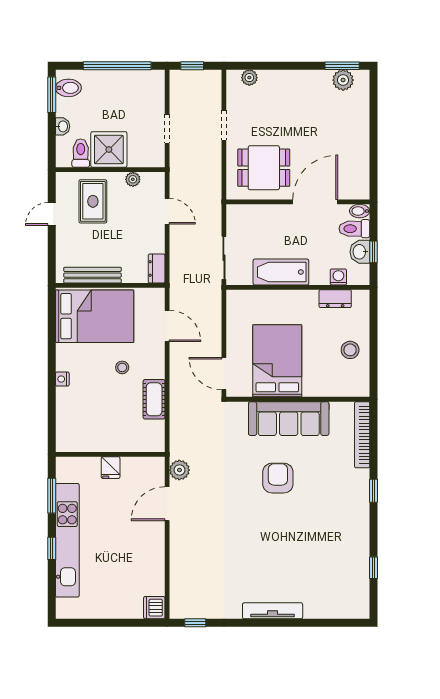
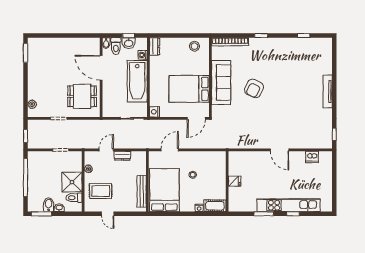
plant: (343, 80) -> (33, 52), removed
bidet: (68, 88) -> (49, 205), moved
dining table: (264, 168) -> (82, 96), turned 90
dresser: (157, 269) -> (122, 156), moved
bathtub: (281, 272) -> (137, 81), width x1.36, depth x1.36
nightstand: (236, 298) -> (154, 112), added
dresser: (335, 299) -> (155, 47), moved
stool: (350, 350) -> (194, 46), moved
cot: (154, 399) -> (215, 206), moved
wall: (110, 454) -> (227, 181), moved
fridge: (111, 468) -> (235, 181), moved
plant: (179, 470) -> (250, 143), removed
armchair: (278, 478) -> (254, 88), turned -64
door: (167, 504) -> (280, 150), moved
dishwasher: (154, 608) -> (312, 157), moved

